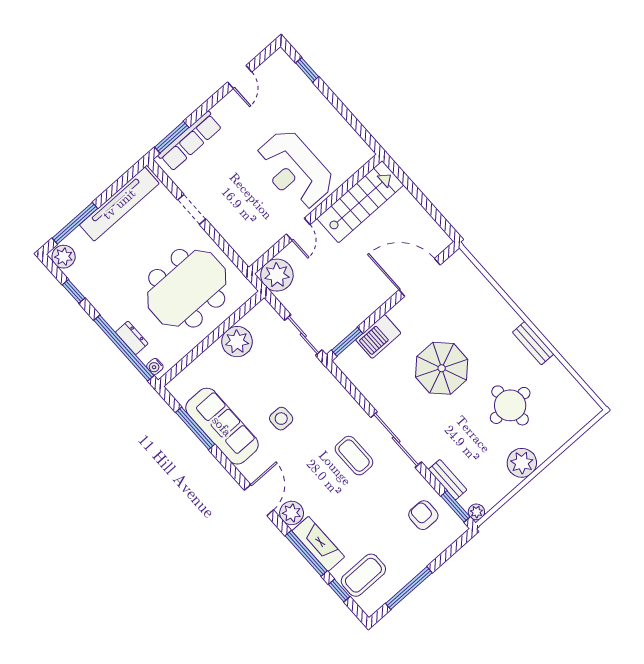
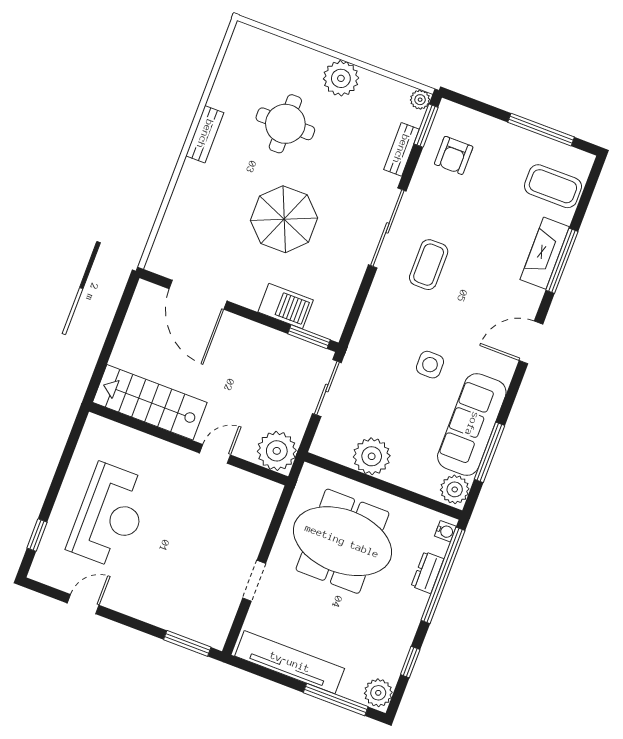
row of seats: (190, 141) -> (181, 621), removed
reception desk: (294, 170) -> (110, 516), moved
plant: (292, 513) -> (455, 489), moved
window: (339, 591) -> (583, 204), removed

